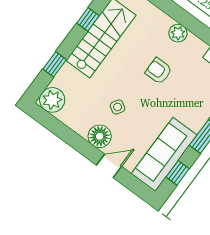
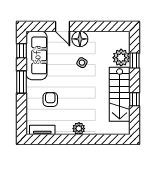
armchair: (159, 71) -> (50, 99), moved, turned -90
plant: (52, 100) -> (121, 58), moved
door: (109, 166) -> (63, 26), hinge flipped

